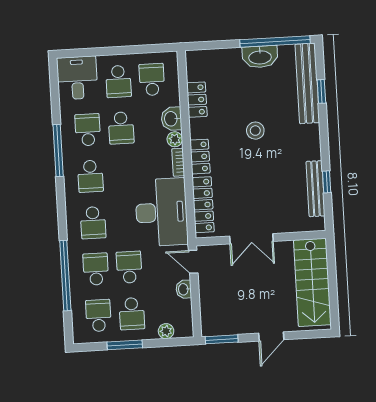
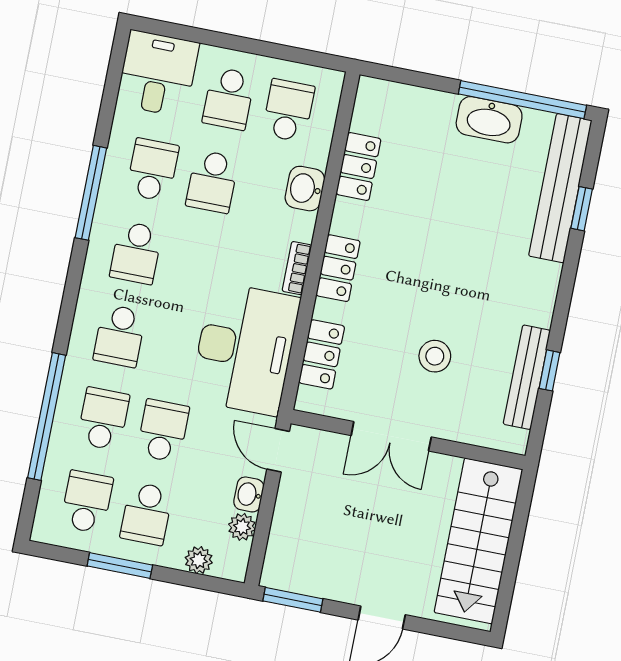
stool: (255, 131) -> (435, 356), moved
plant: (175, 139) -> (242, 527), moved
locker: (203, 205) -> (322, 354), width x0.66

